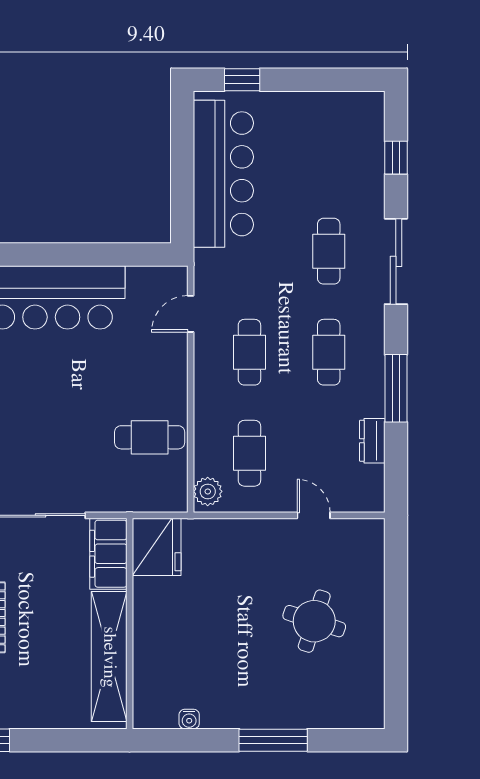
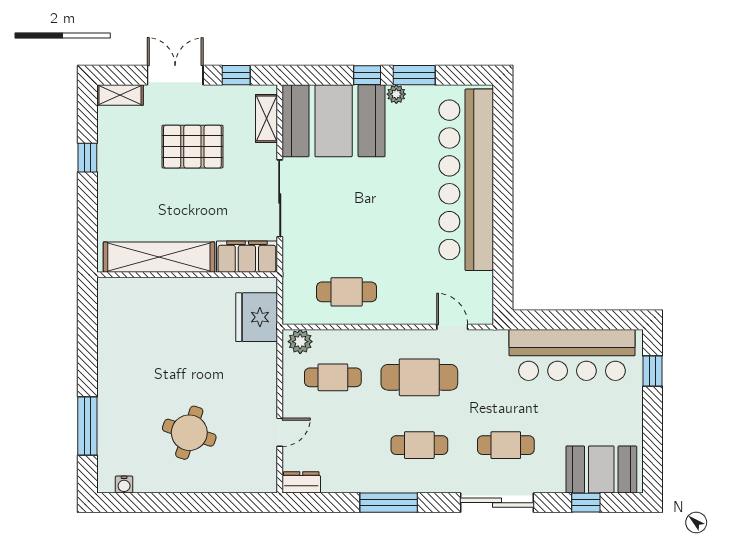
booth: (357, 140) -> (601, 469), added
cafe table: (249, 352) -> (419, 377), width x1.37, depth x1.35
cafe table: (150, 437) -> (347, 292), turned 90
dresser: (372, 441) -> (301, 482), moved
fridge: (157, 547) -> (257, 317), moved, turned 90
water cooler: (189, 719) -> (124, 485), moved, turned -90
window: (273, 740) -> (87, 426), moved

